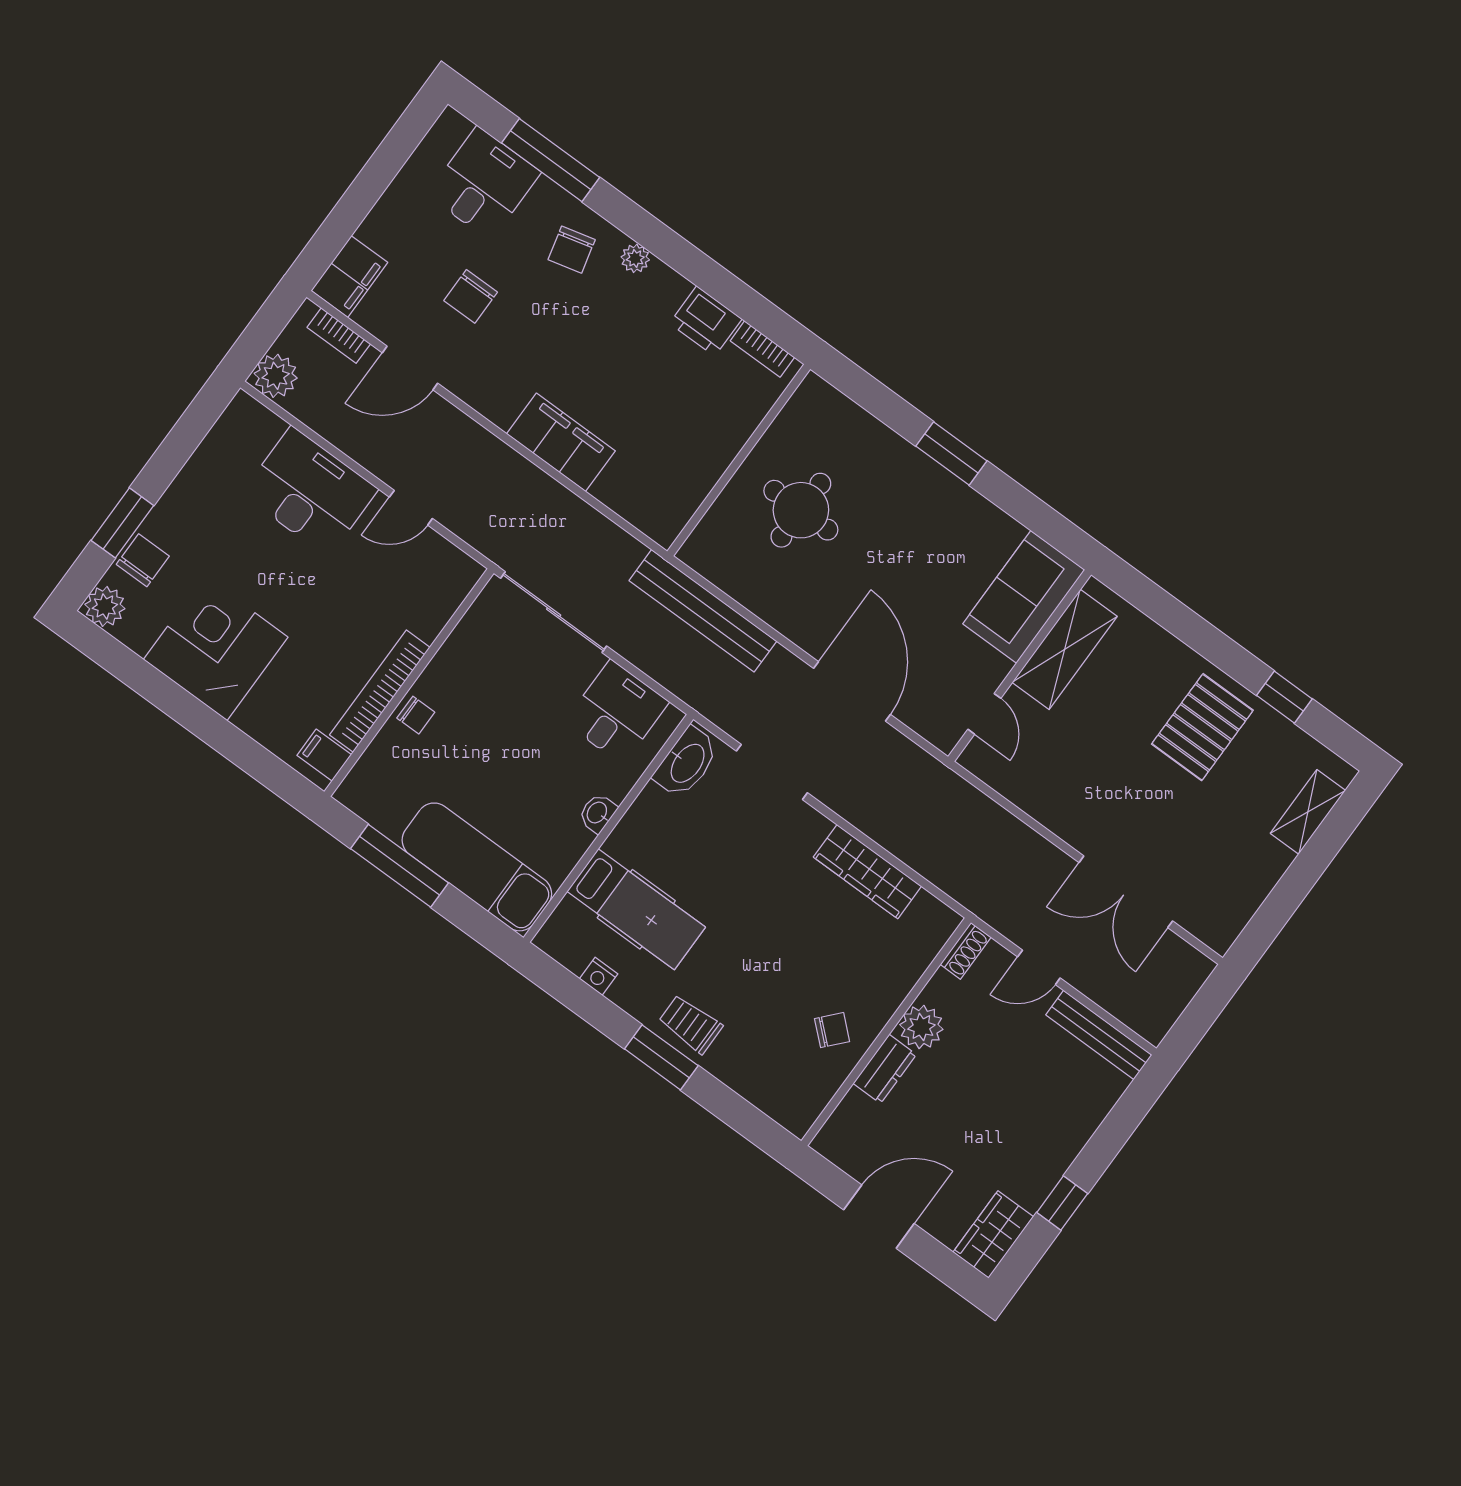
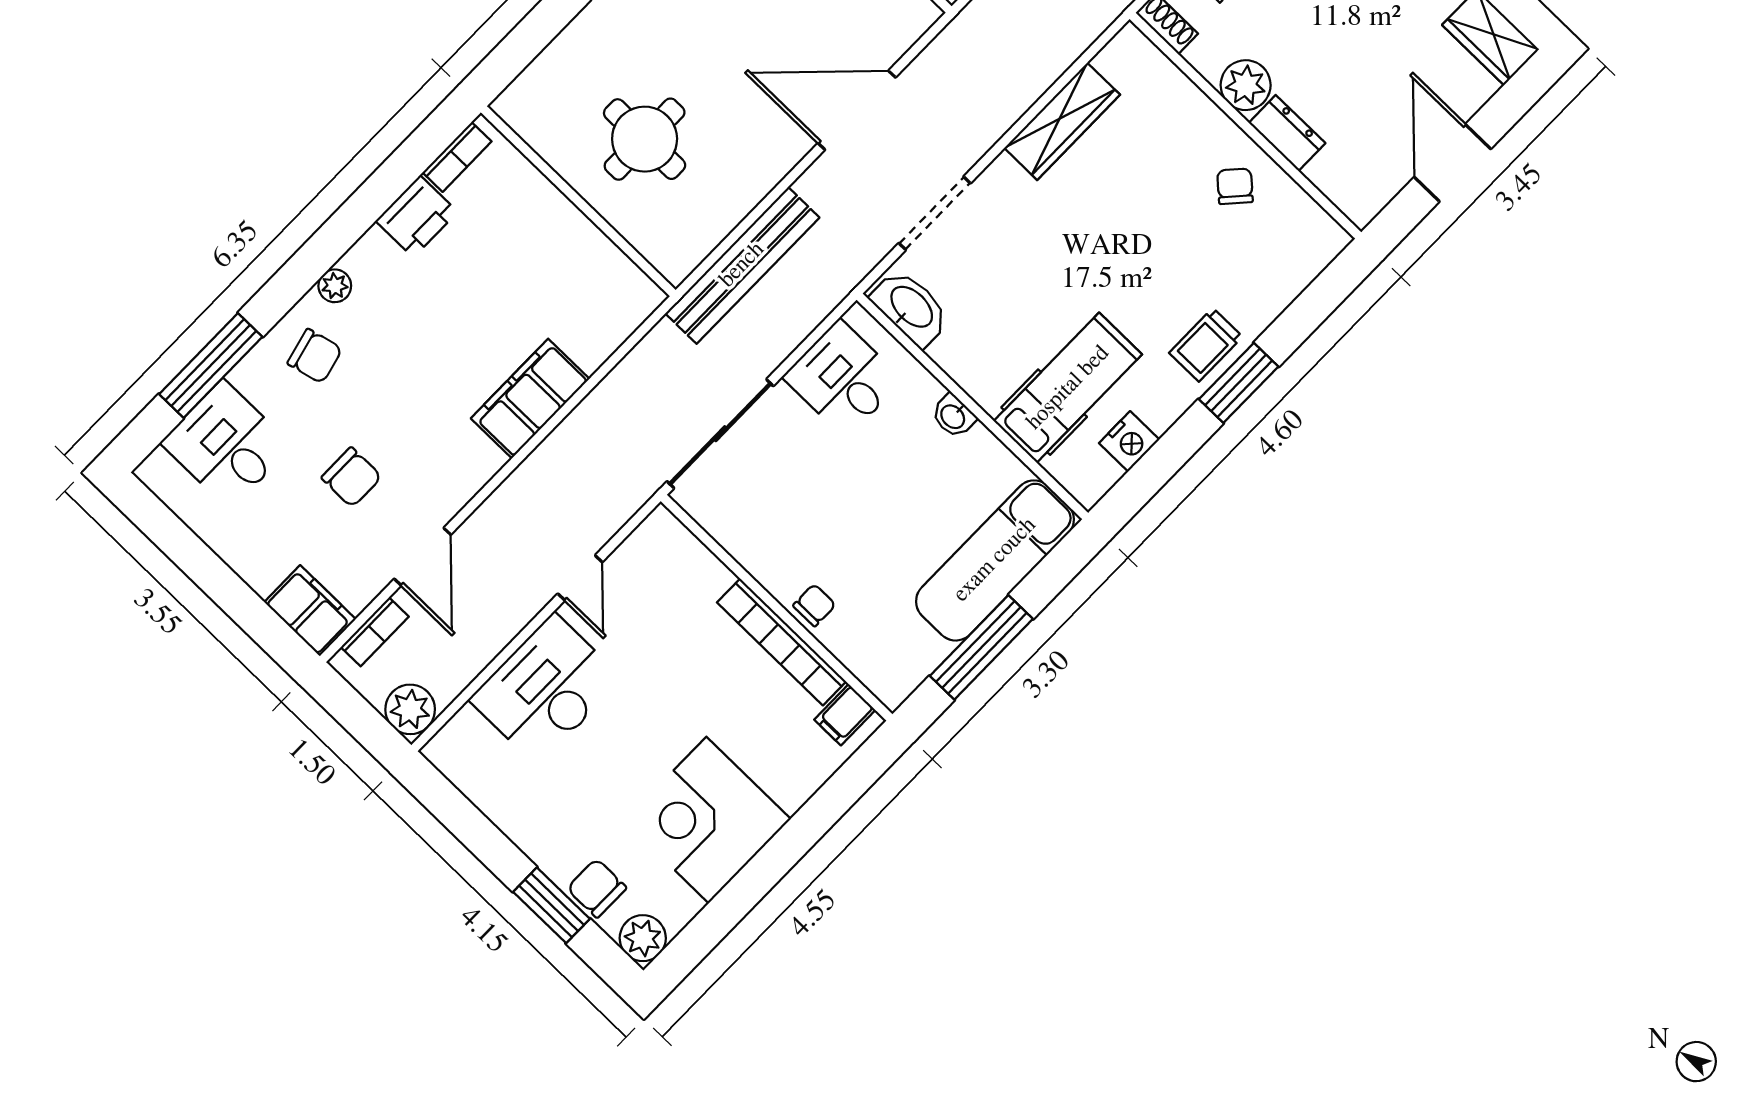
nightstand: (599, 976) -> (1129, 441), width x1.39, depth x1.35

